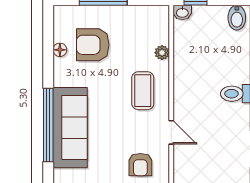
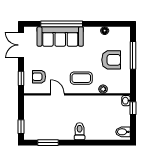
armchair: (93, 45) -> (111, 60), moved, turned 90
door: (171, 132) -> (57, 94), swing flipped

